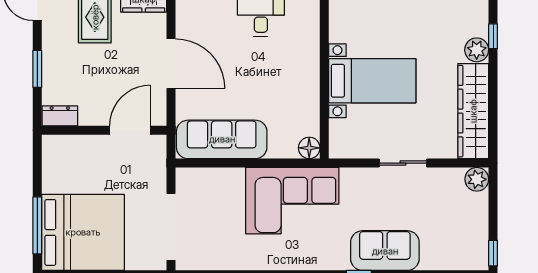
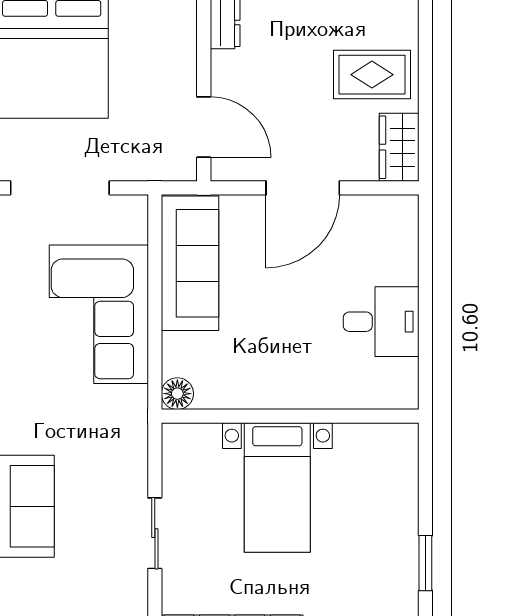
corner sofa: (292, 201) -> (99, 314), moved

